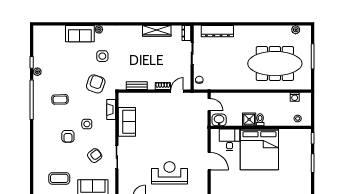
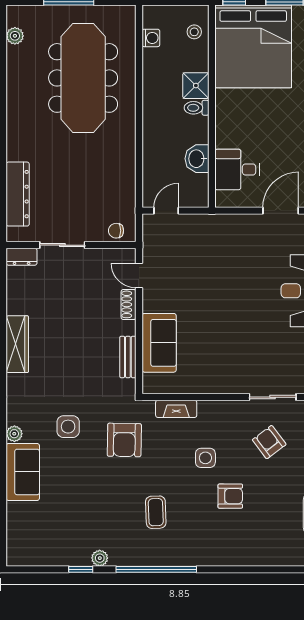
wardrobe: (157, 31) -> (17, 344), moved
armchair: (96, 84) -> (124, 440), turned -108
shower: (249, 119) -> (196, 86), moved
washbasin: (219, 120) -> (197, 159), moved
sofa: (127, 122) -> (159, 343), moved, turned 90
bed: (259, 149) -> (253, 46), moved, turned 90

